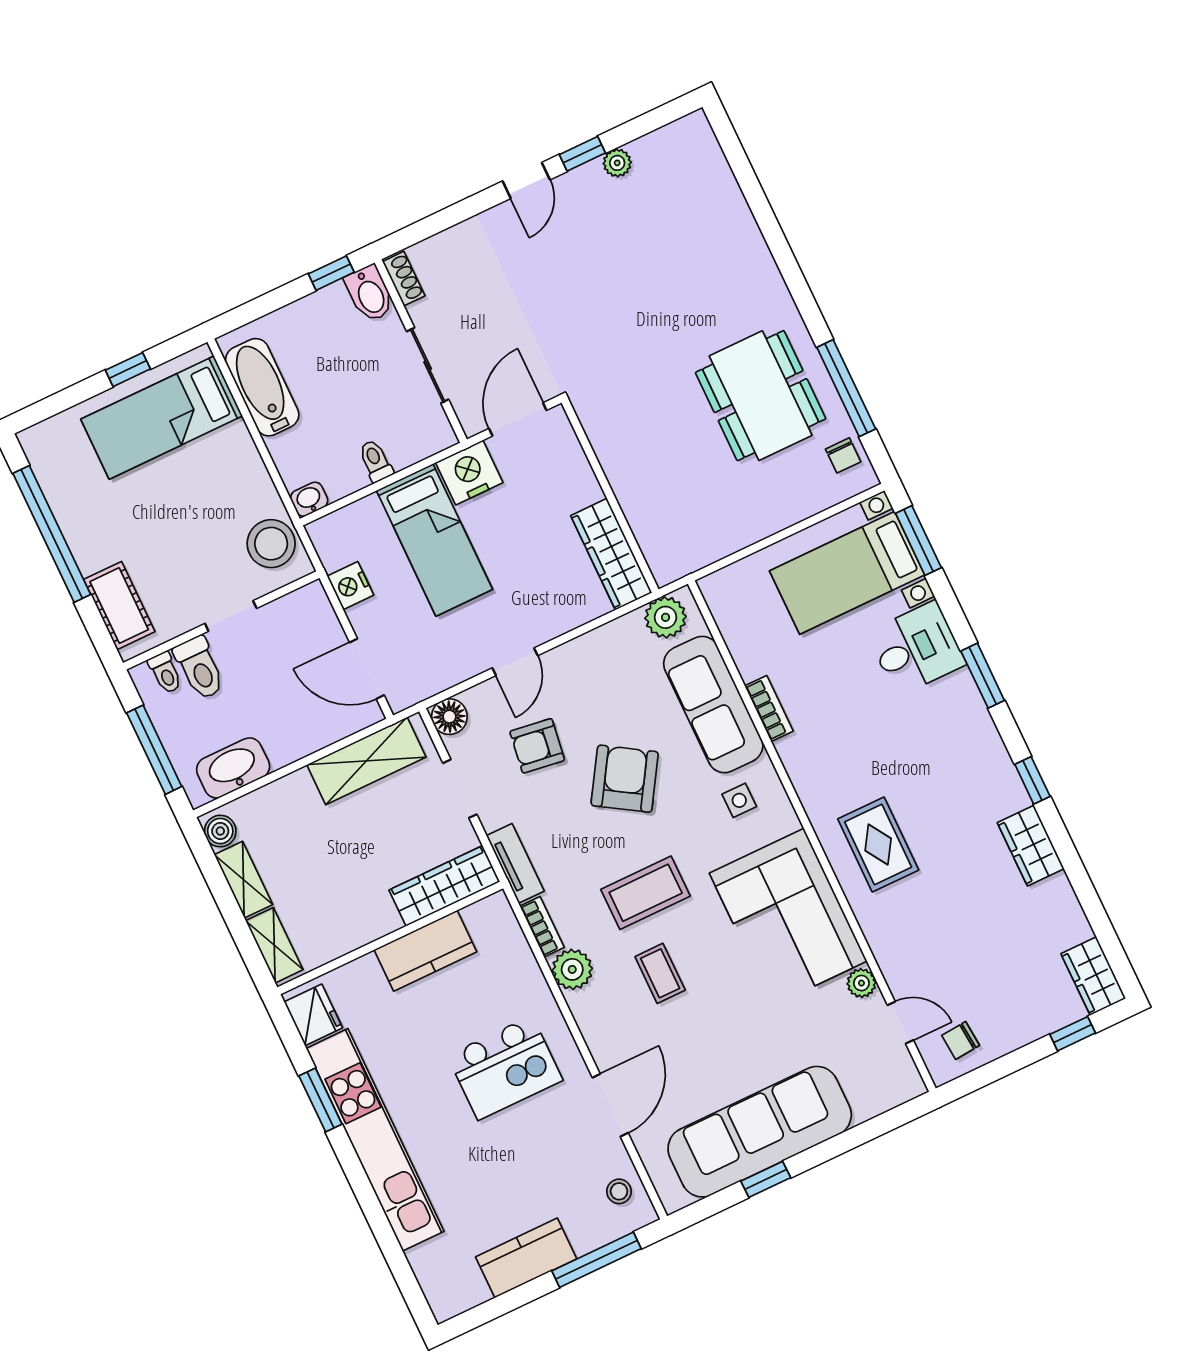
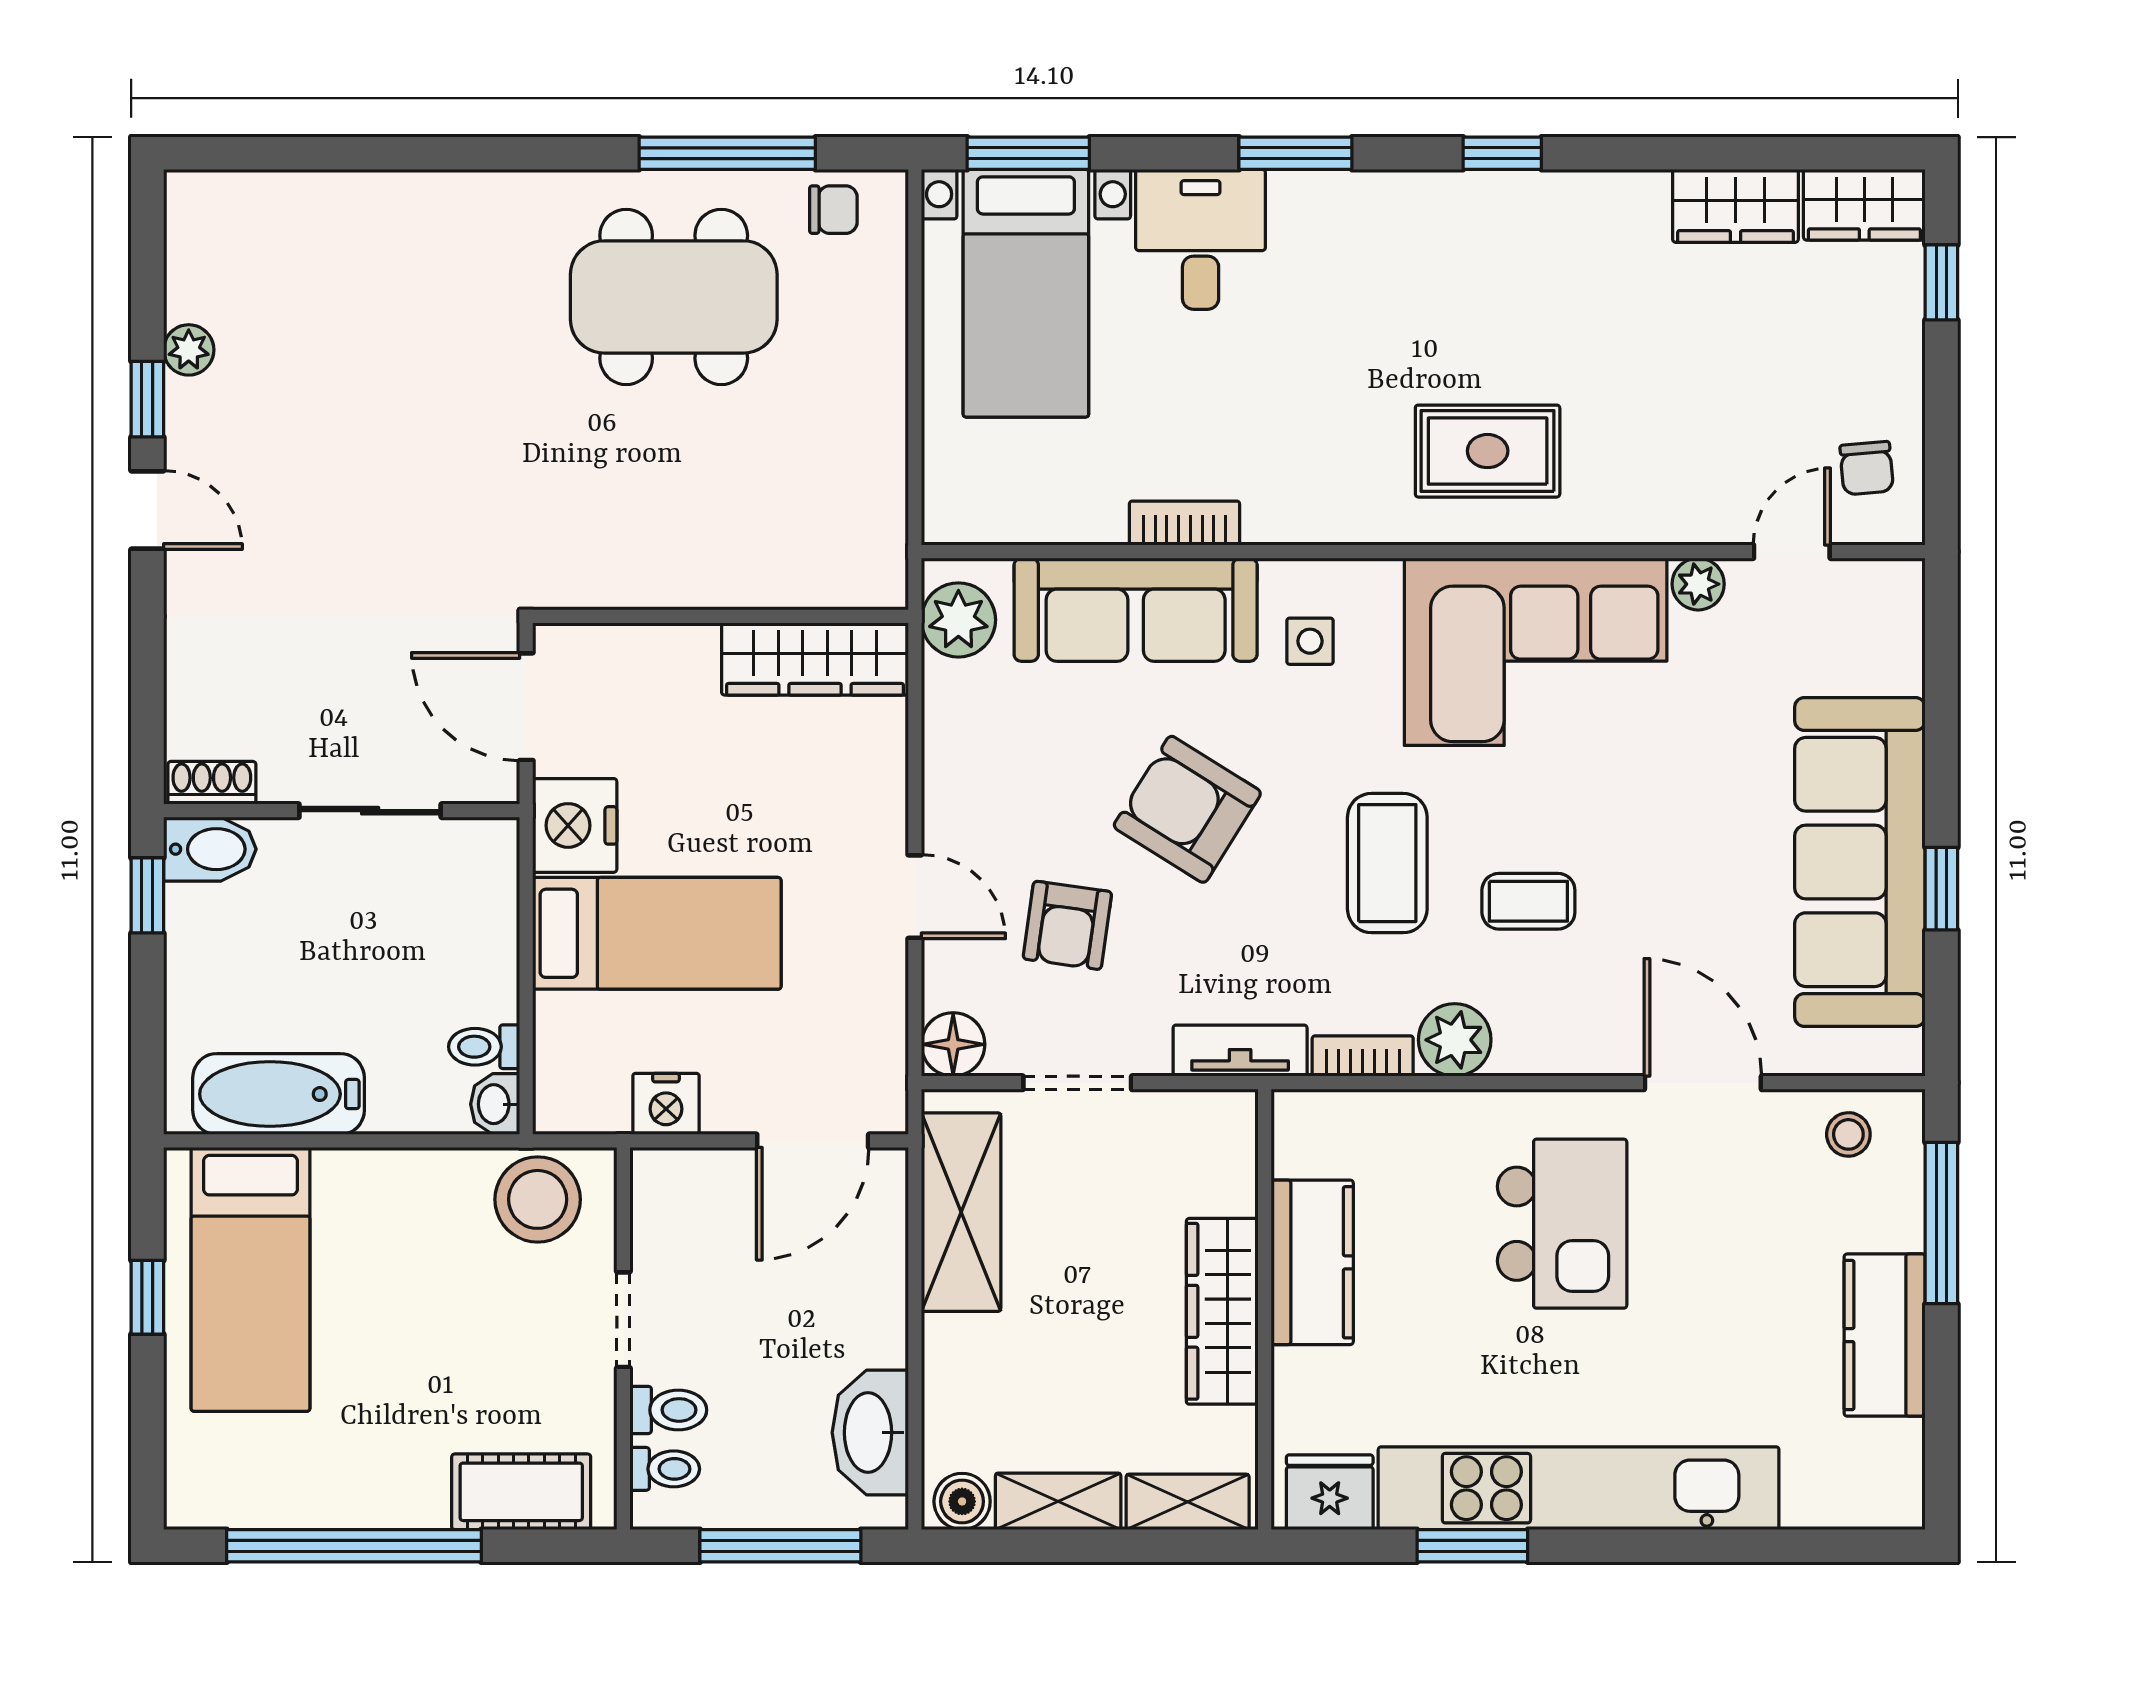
toilet: (376, 461) -> (484, 1047), moved
toilet: (200, 668) -> (668, 1410), width x0.73, depth x0.72
wardrobe: (1031, 846) -> (1735, 206), moved
wardrobe: (444, 886) -> (1222, 1311), moved

